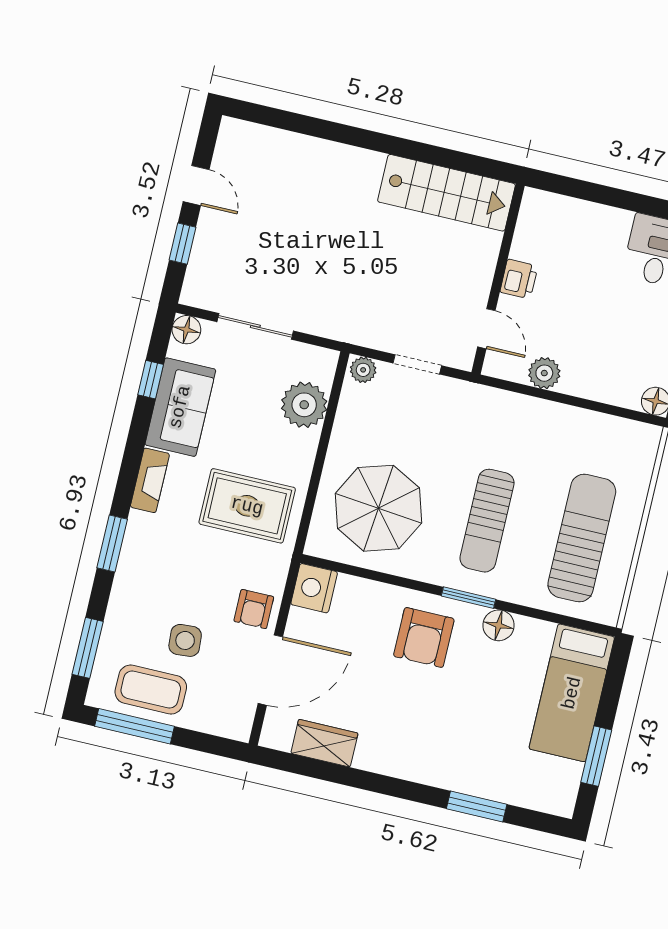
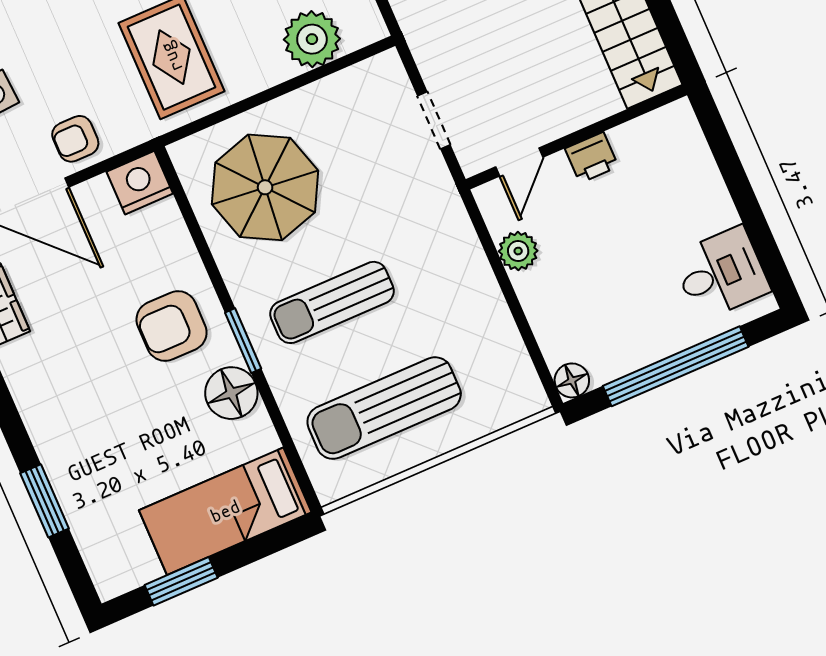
plant: (363, 370) -> (389, 71), removed
sun lounger: (582, 538) -> (384, 408), turned 180
floor lamp: (499, 625) -> (231, 393), width x1.38, depth x1.38

